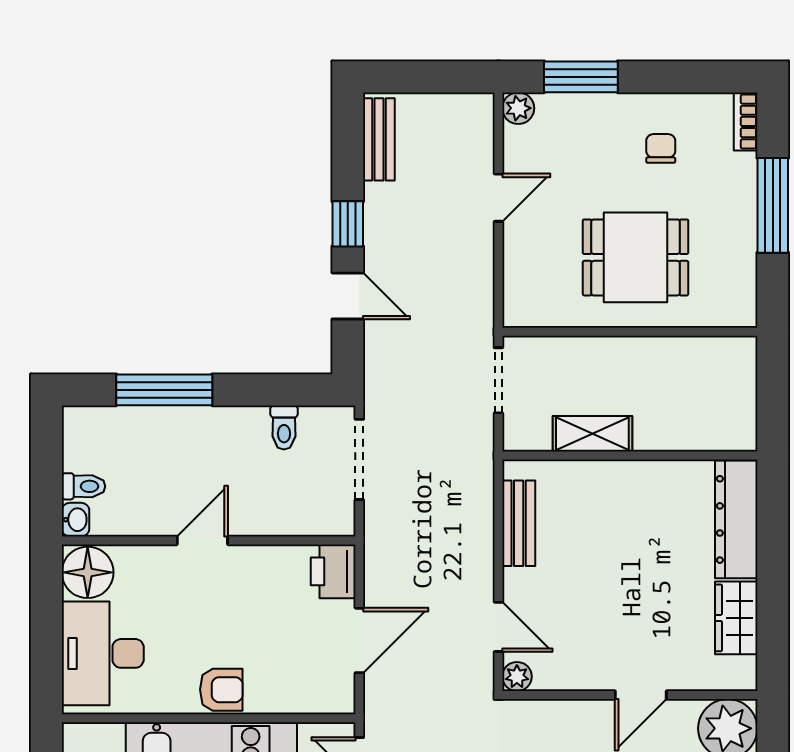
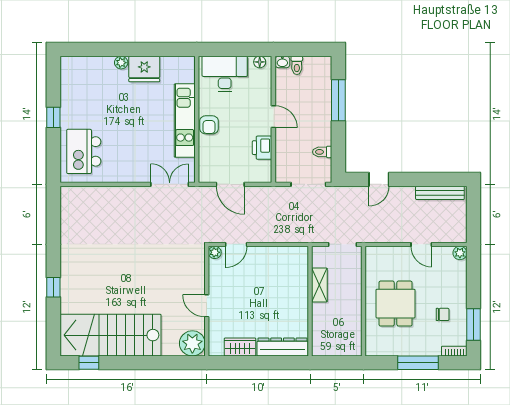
window: (581, 77) -> (473, 325), moved
bench: (379, 139) -> (440, 193), width x1.36
window: (348, 224) -> (410, 179), removed
bench: (519, 523) -> (281, 253), removed
printer: (333, 571) -> (262, 148), moved, turned -90
floor lamp: (88, 572) -> (260, 62), width x0.53, depth x0.53

